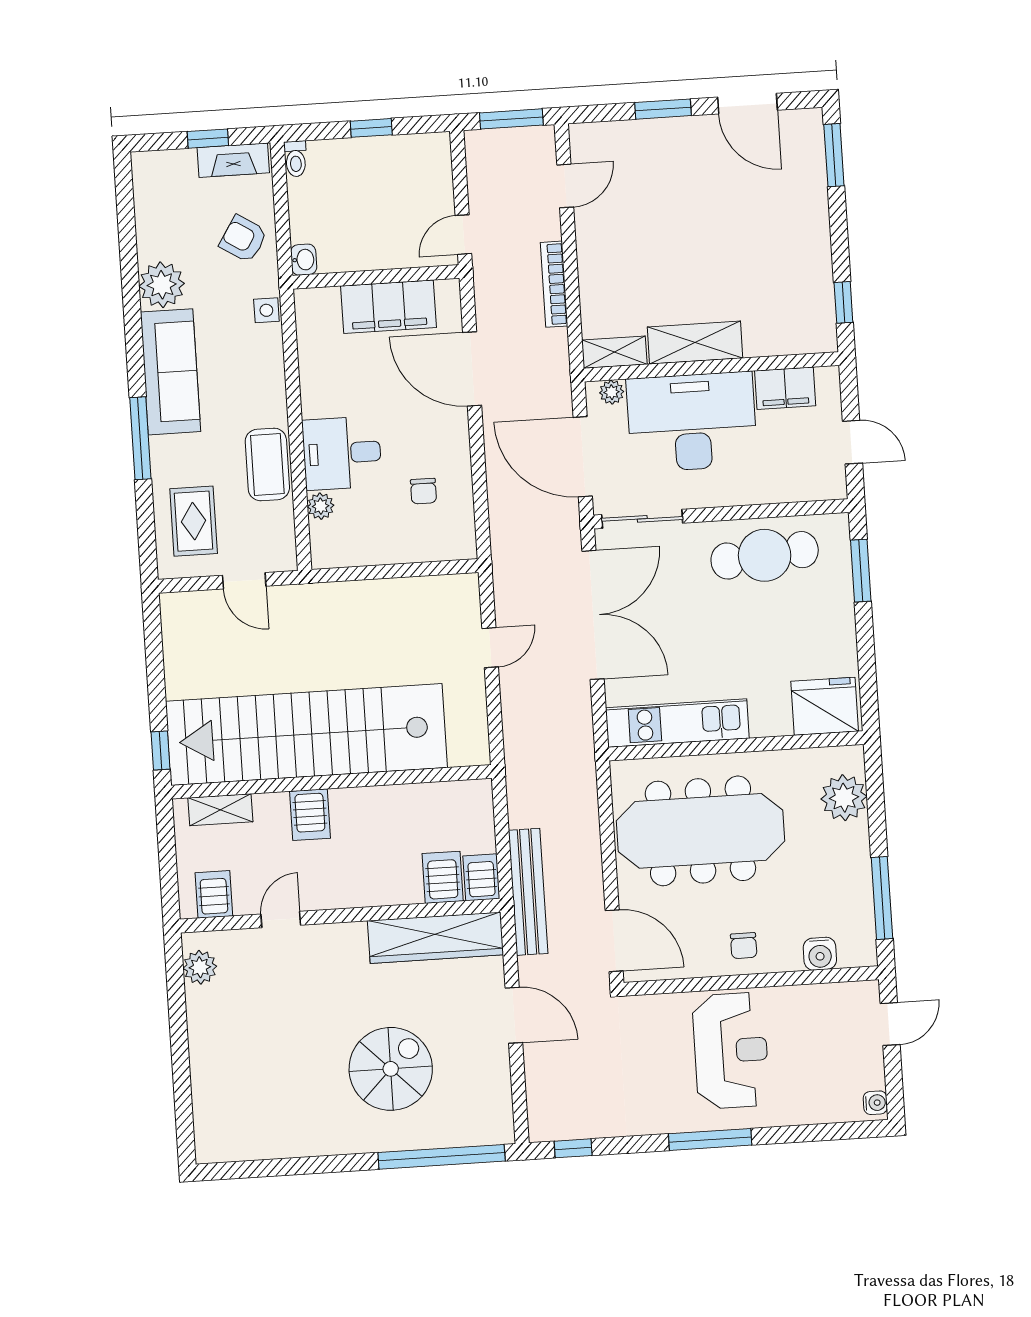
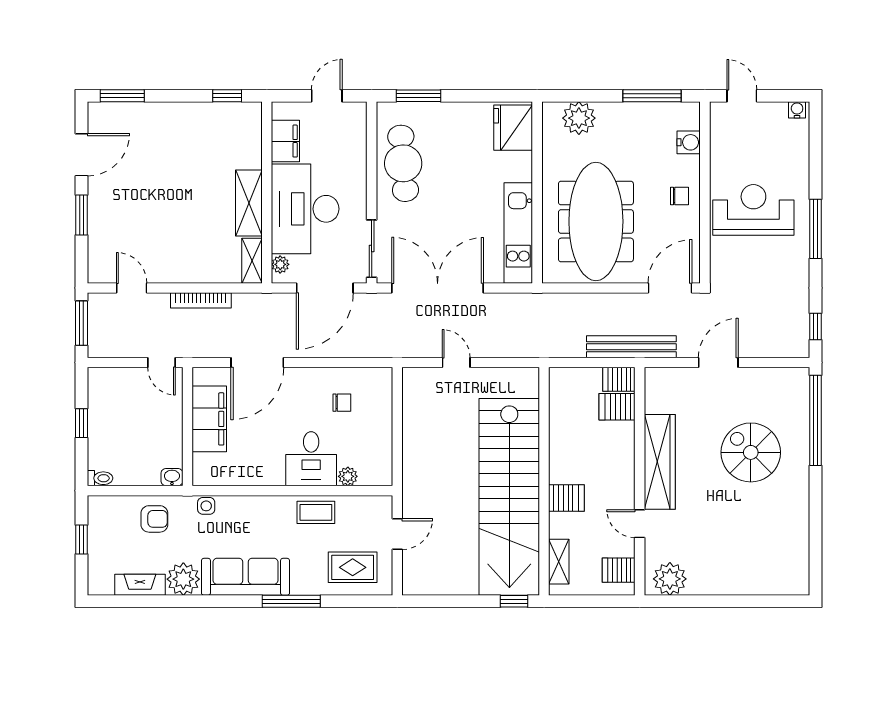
fireplace: (233, 160) -> (140, 585), moved, turned -90
armchair: (243, 239) -> (154, 519), turned -122
coffee table: (267, 464) -> (316, 512), width x0.73, depth x0.77
wardrobe: (435, 938) -> (660, 462), moved
plant: (200, 967) -> (670, 579), width x1.36, depth x1.36

